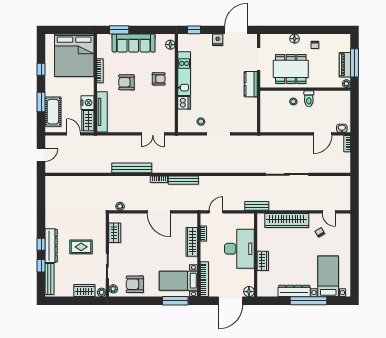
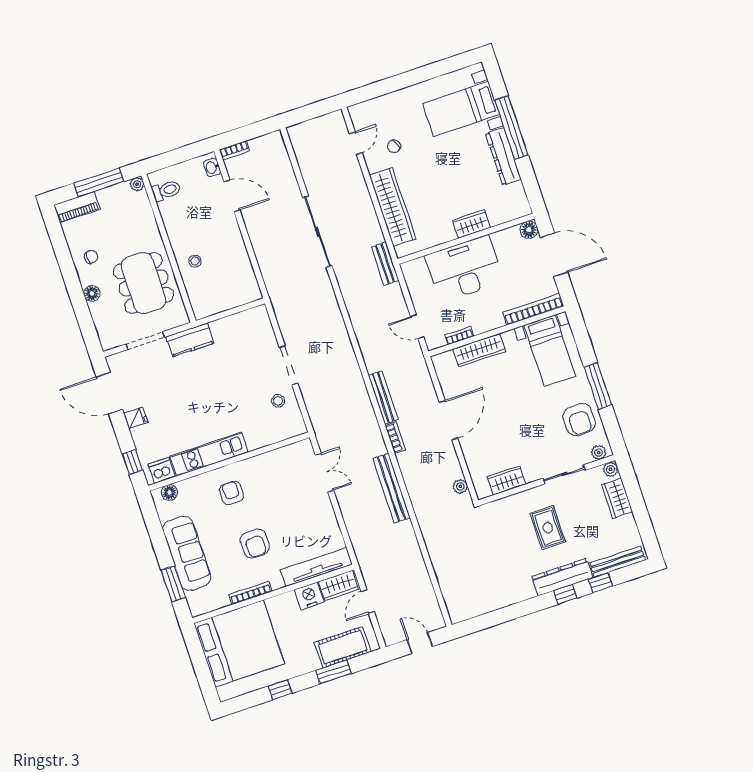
piano: (345, 65) -> (77, 207), moved
toilet: (309, 99) -> (166, 190), moved
dishwasher: (184, 103) -> (161, 470), moved
window: (175, 301) -> (598, 386), moved

